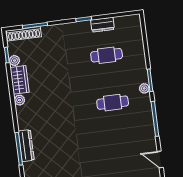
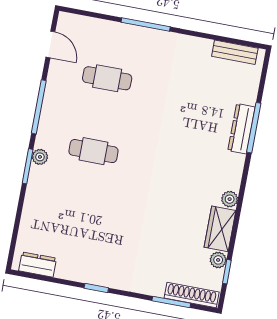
dresser: (102, 25) -> (38, 264), moved
cafe table: (107, 55) -> (107, 78), moved

